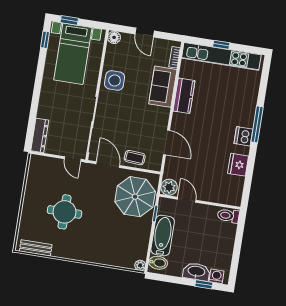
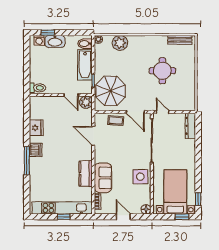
plant: (113, 256) -> (120, 43), added

